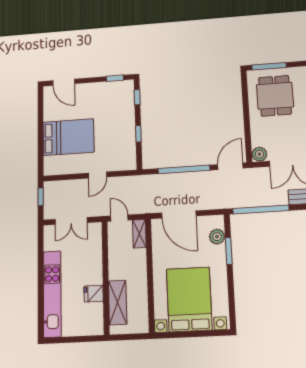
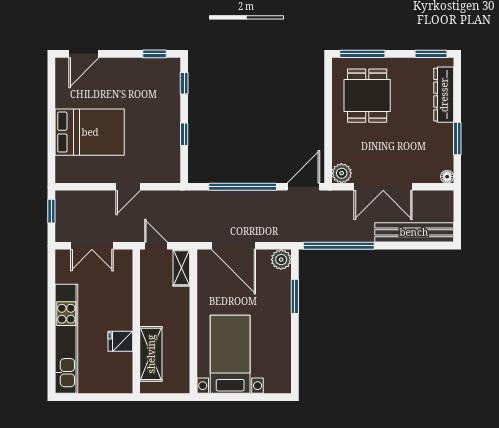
door: (64, 82) -> (84, 54), hinge flipped
plant: (217, 237) -> (281, 260), moved
bed with nightstands: (189, 299) -> (230, 354), width x0.73

